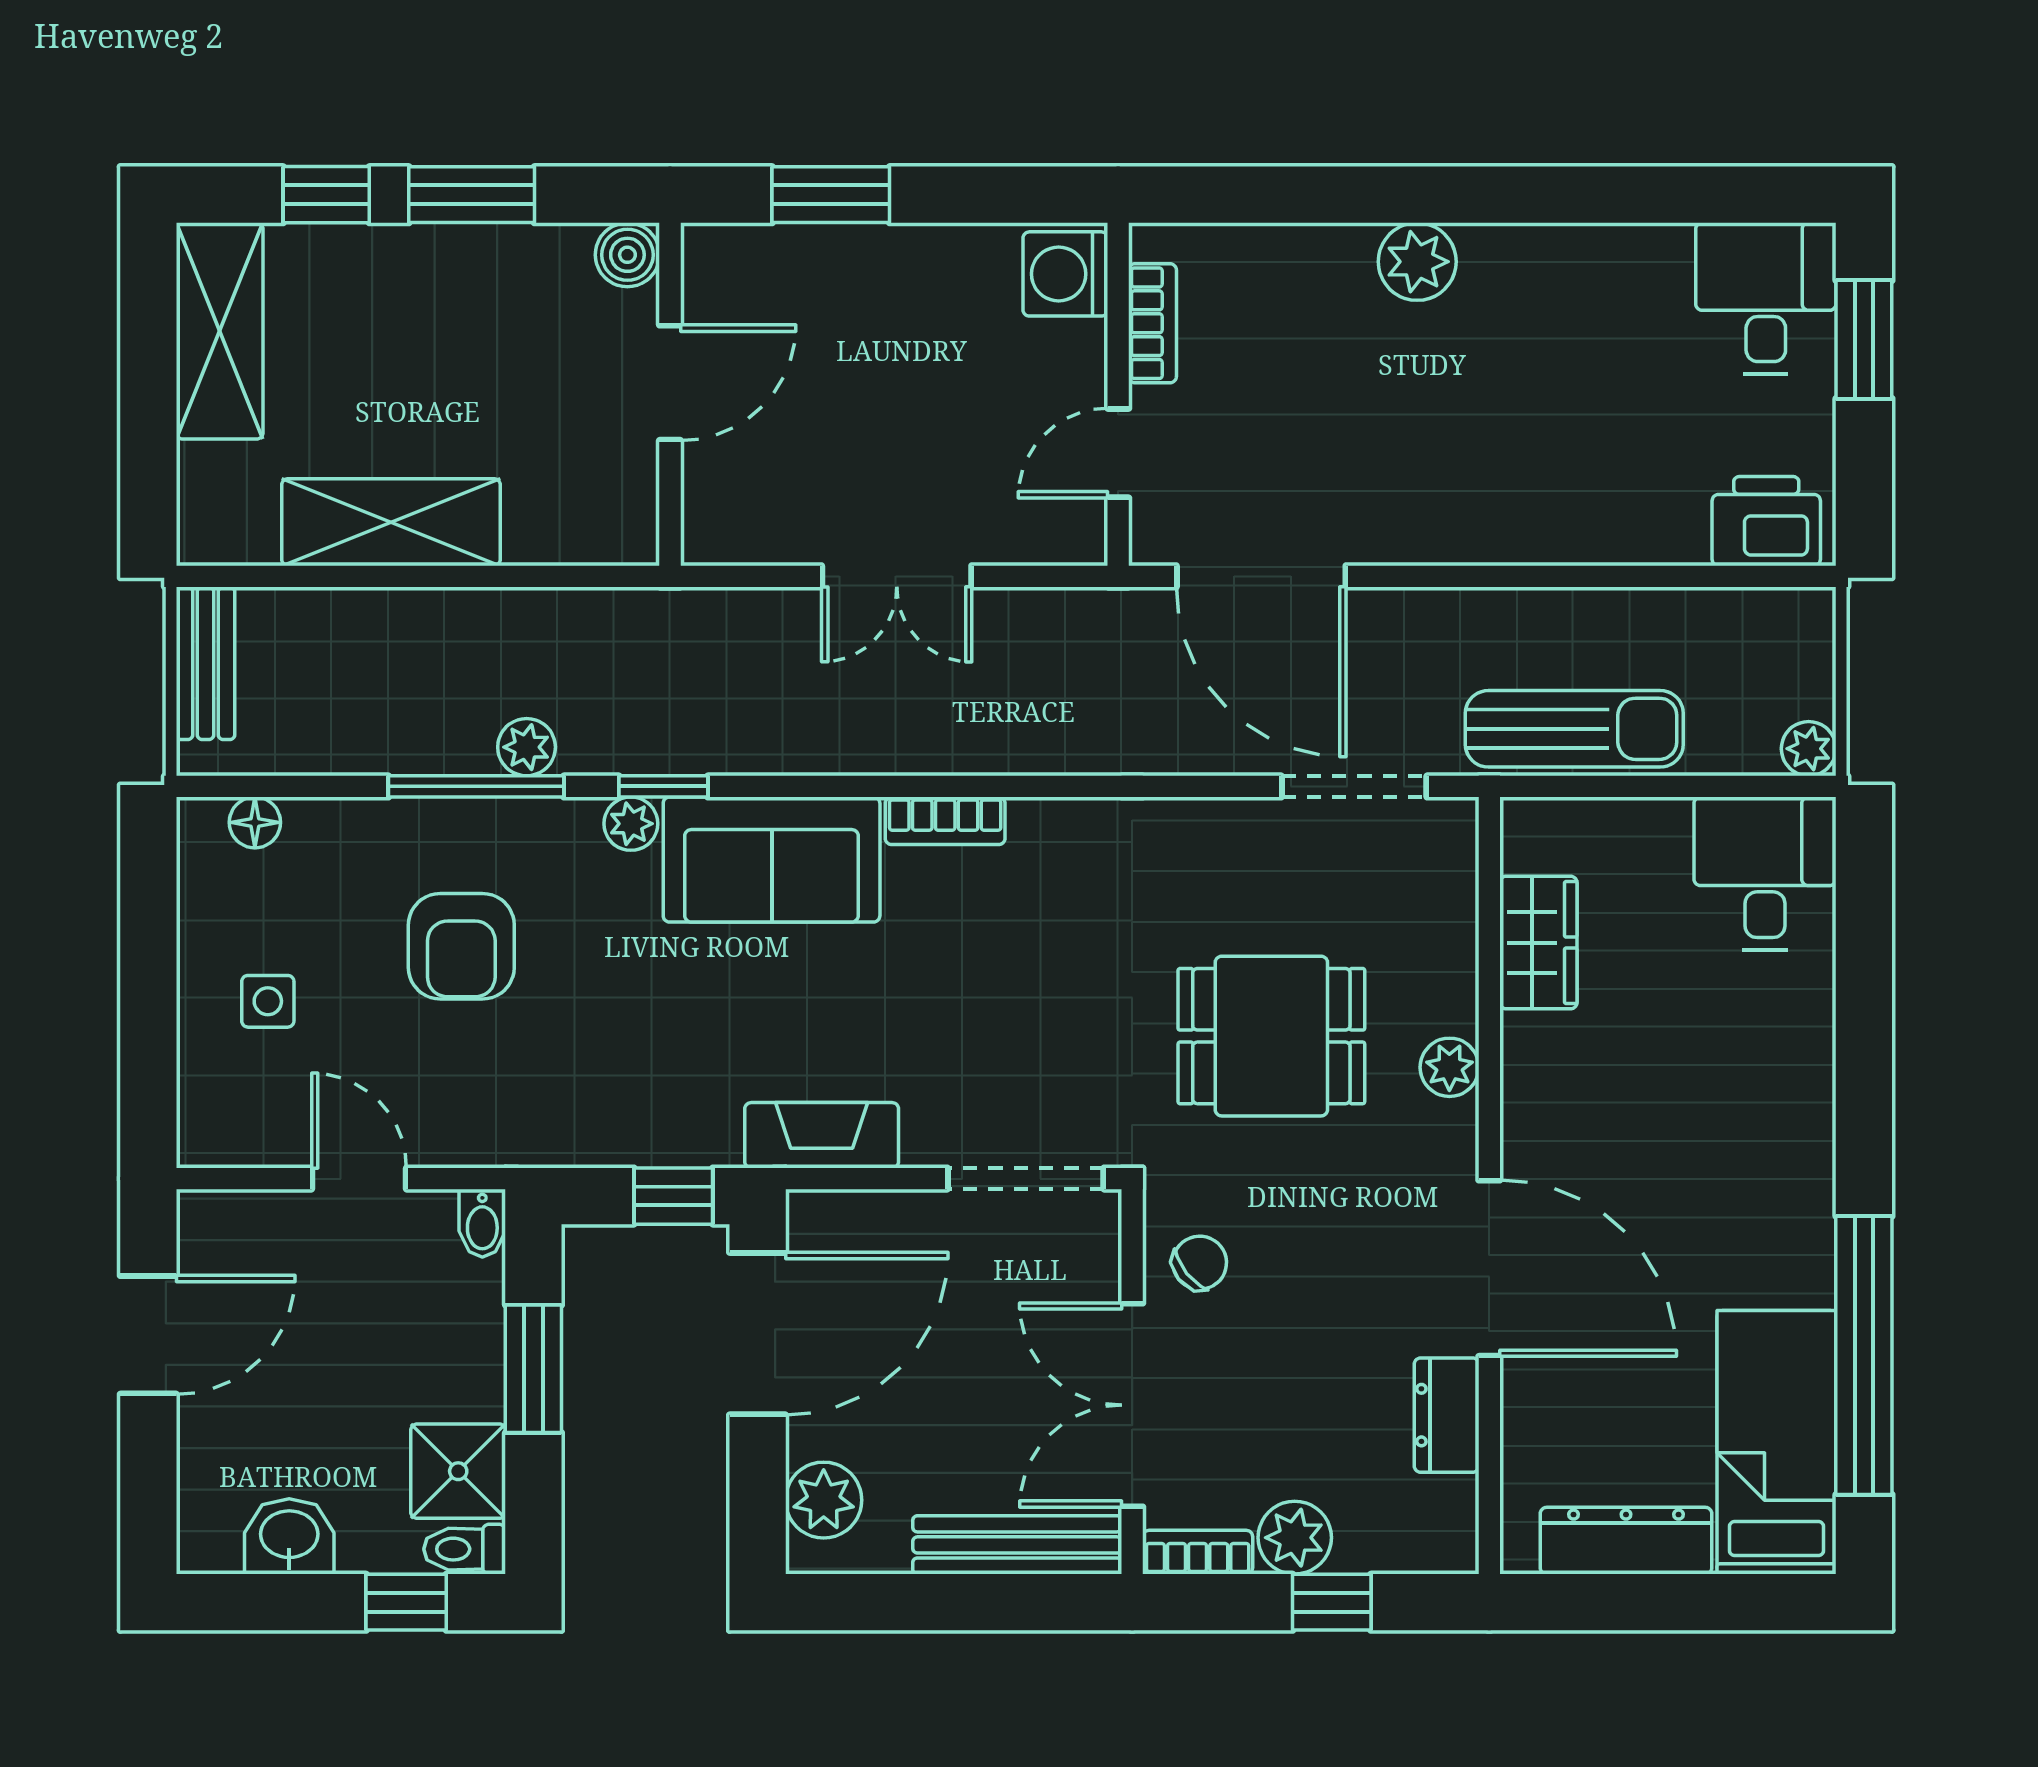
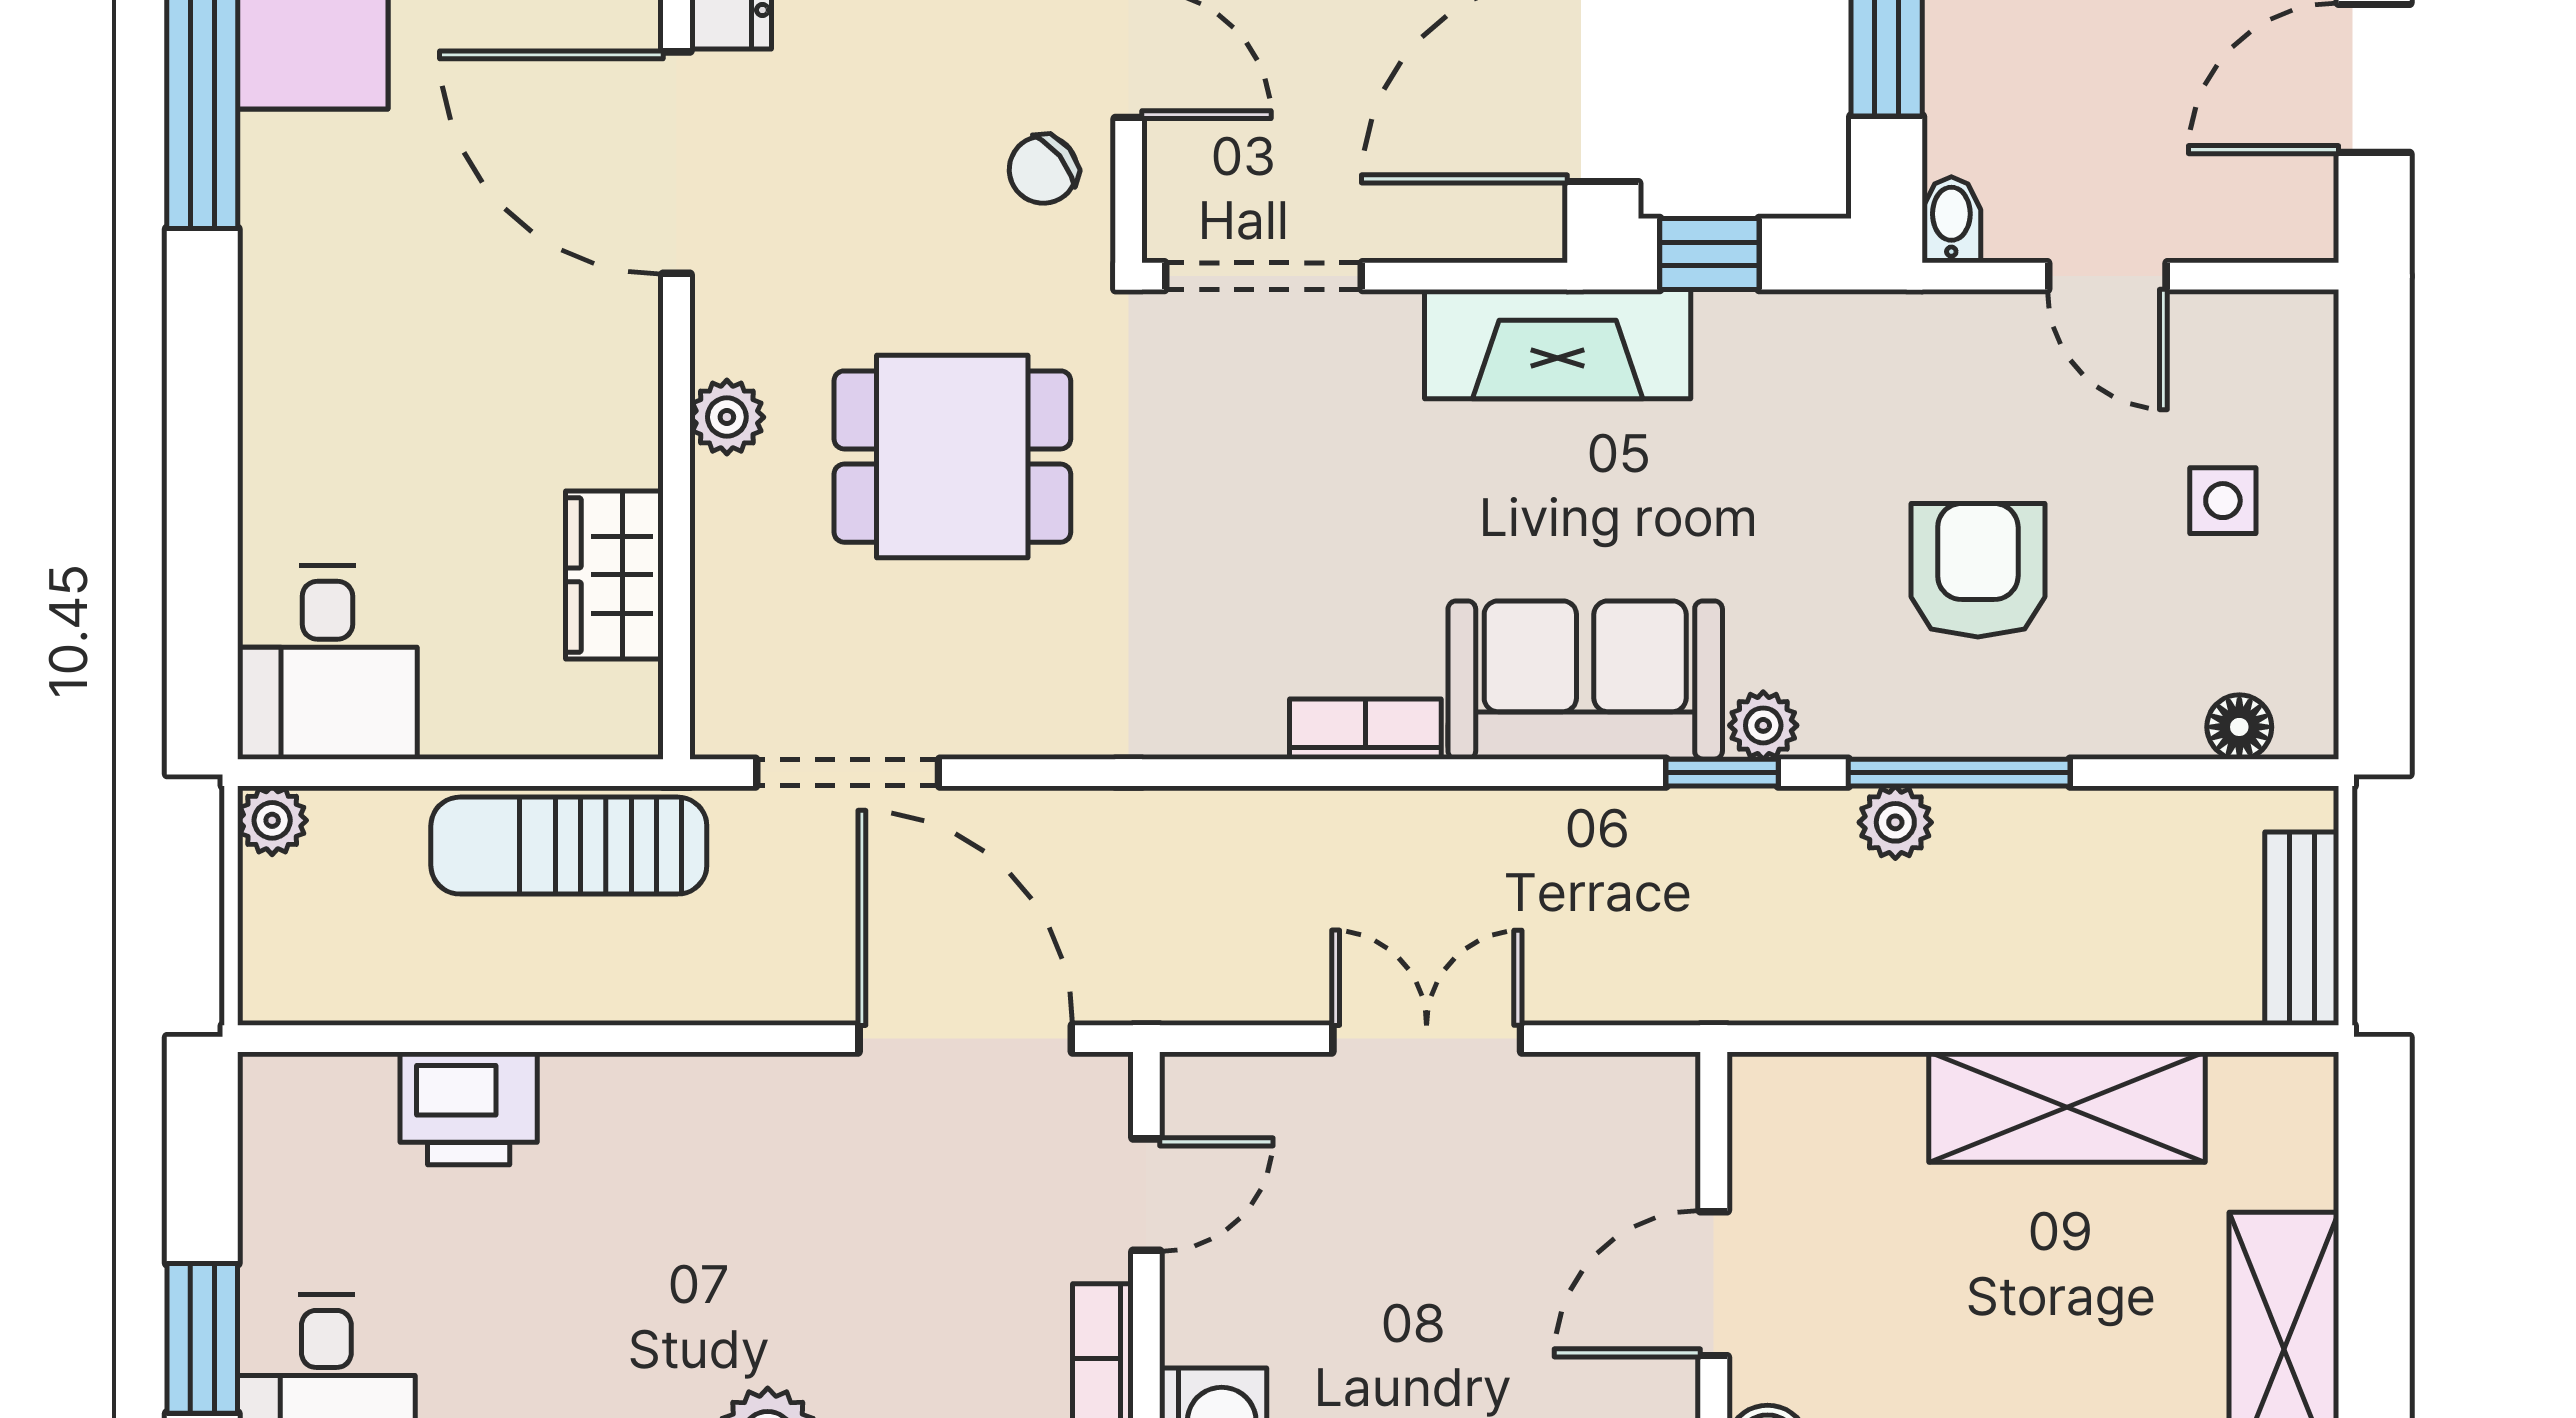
printer: (1766, 521) -> (469, 1108), moved
fireplace: (822, 1135) -> (1558, 344), width x1.37, depth x1.32

